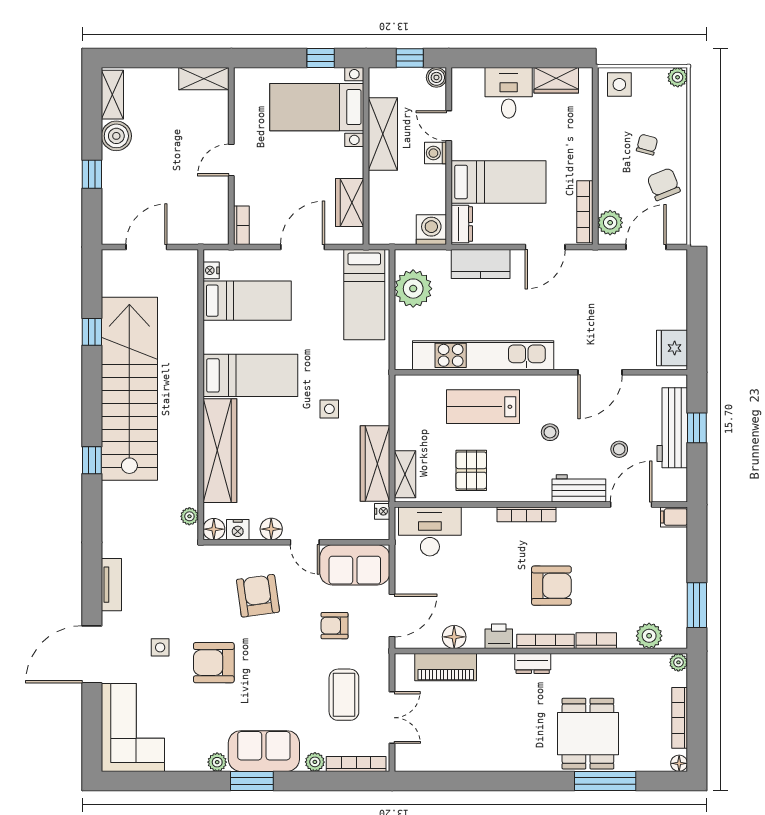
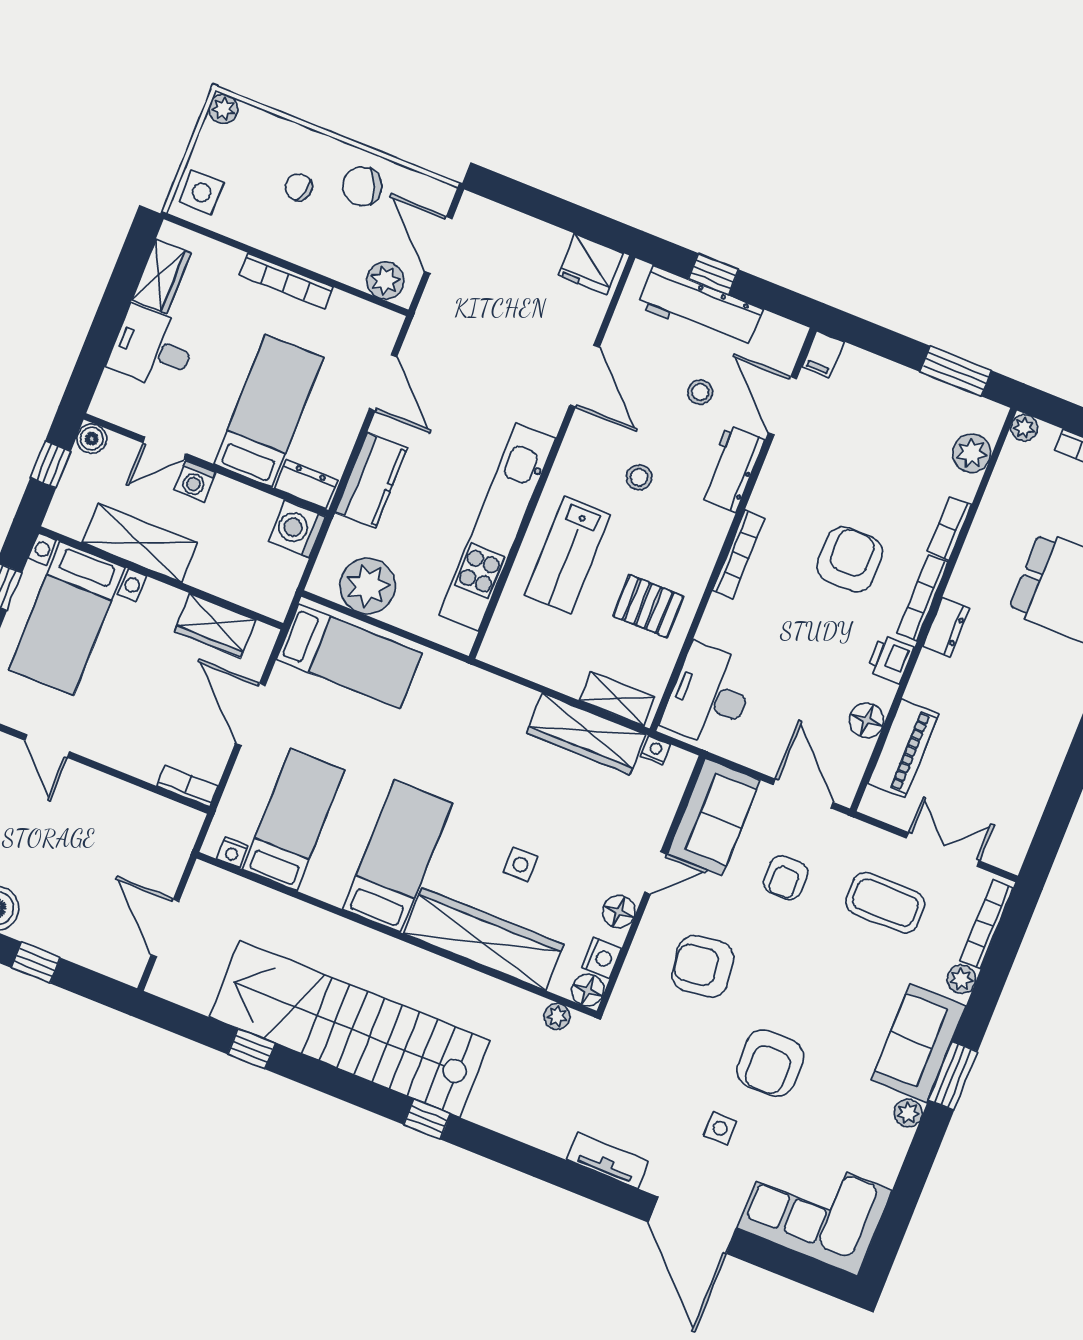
door: (231, 160) -> (47, 746), moved
bookcase: (585, 212) -> (286, 281), moved
side table: (329, 409) -> (521, 865), moved

